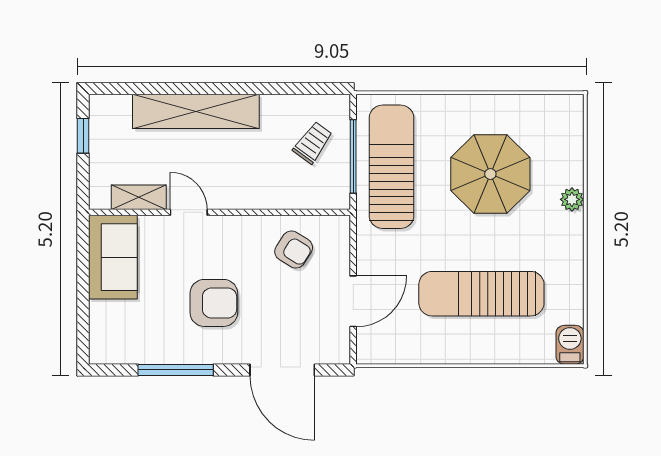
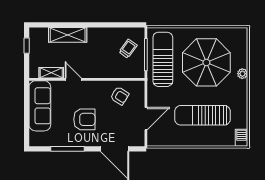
shelving: (196, 111) -> (68, 35), width x0.68
parasol: (490, 174) -> (206, 62), width x1.36, depth x1.36
sofa: (113, 257) -> (40, 106), width x1.36

